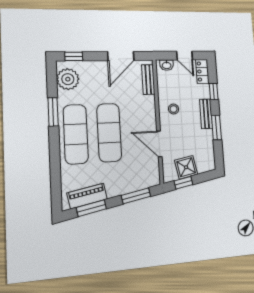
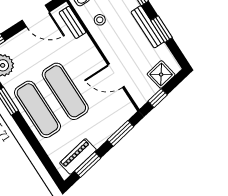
door: (121, 56) -> (36, 16), hinge flipped
stool: (174, 109) -> (100, 20), moved
bench: (206, 114) -> (148, 27), width x1.36
shower: (186, 167) -> (161, 74), moved

